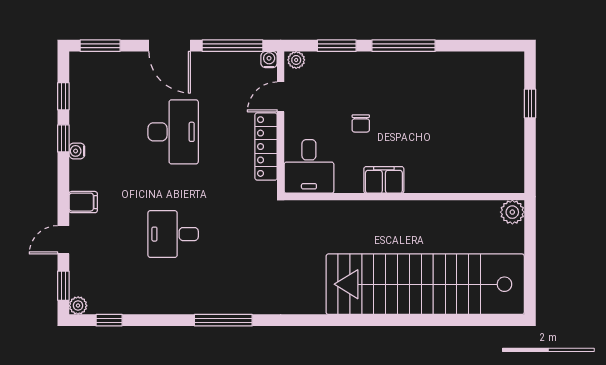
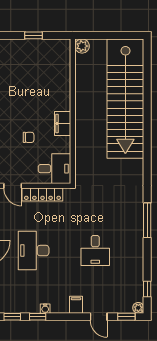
window: (530, 104) -> (34, 35), moved
desk: (173, 132) -> (34, 251), turned -90

